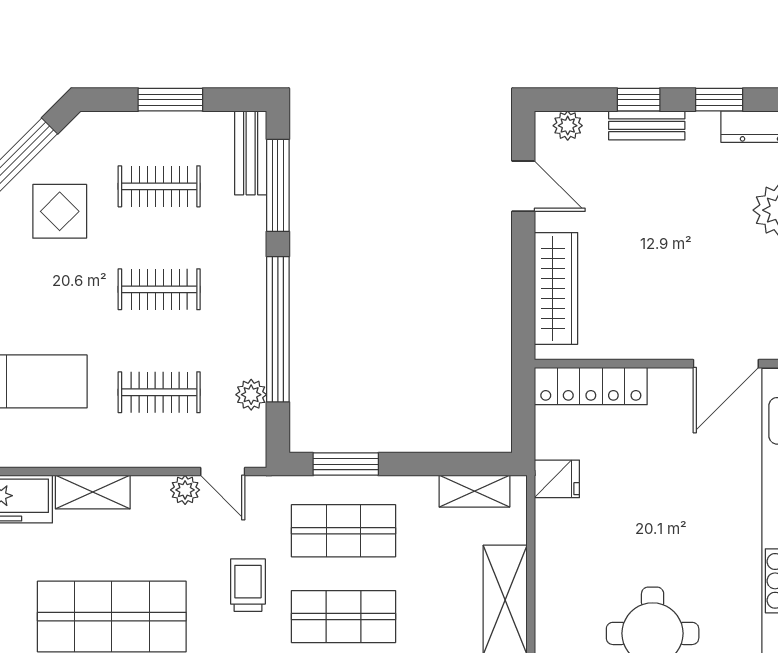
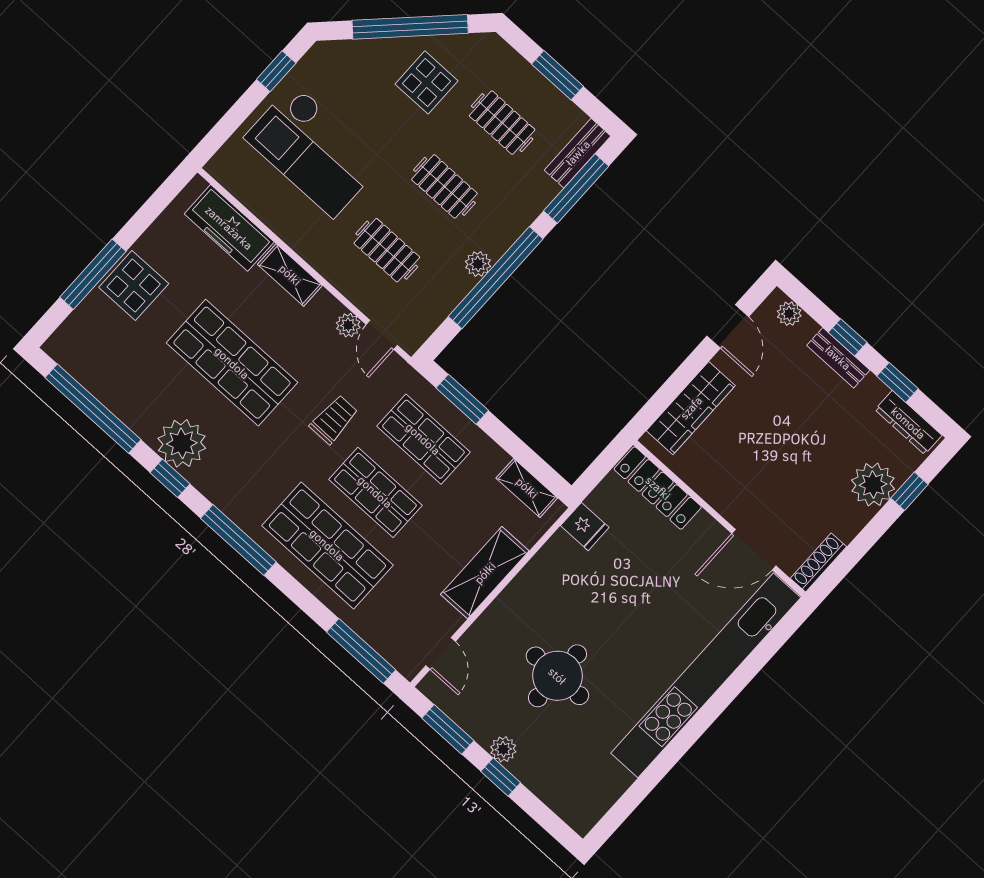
plant: (251, 395) -> (478, 264), moved

